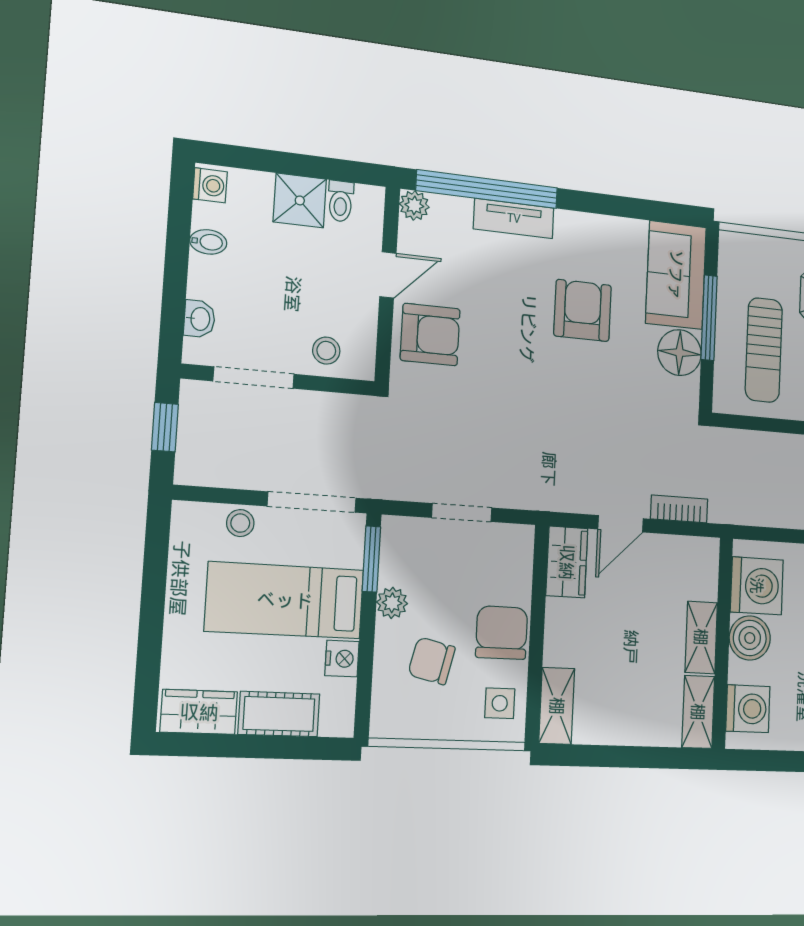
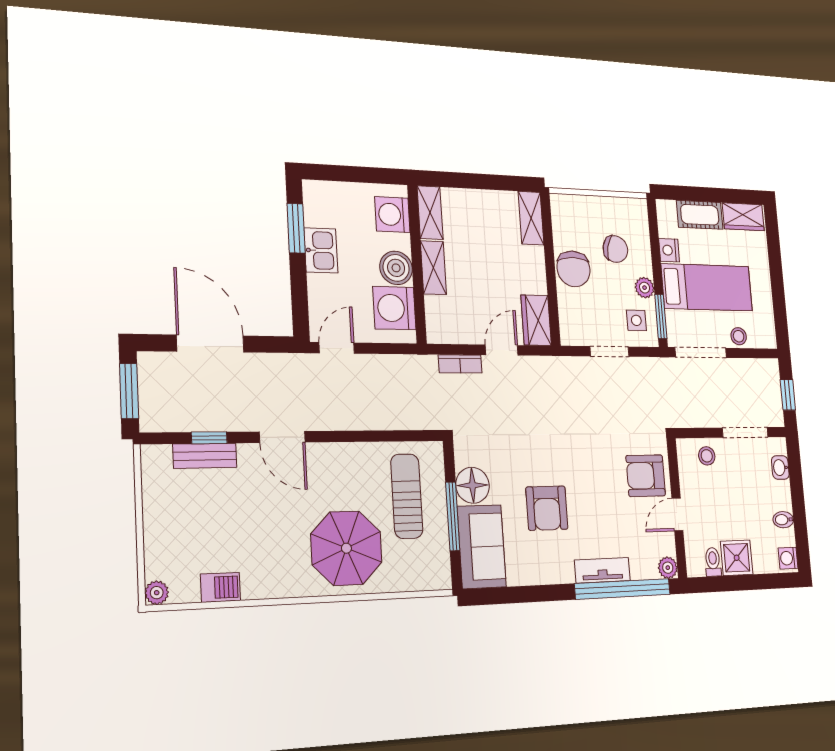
side table: (500, 703) -> (636, 320), moved

